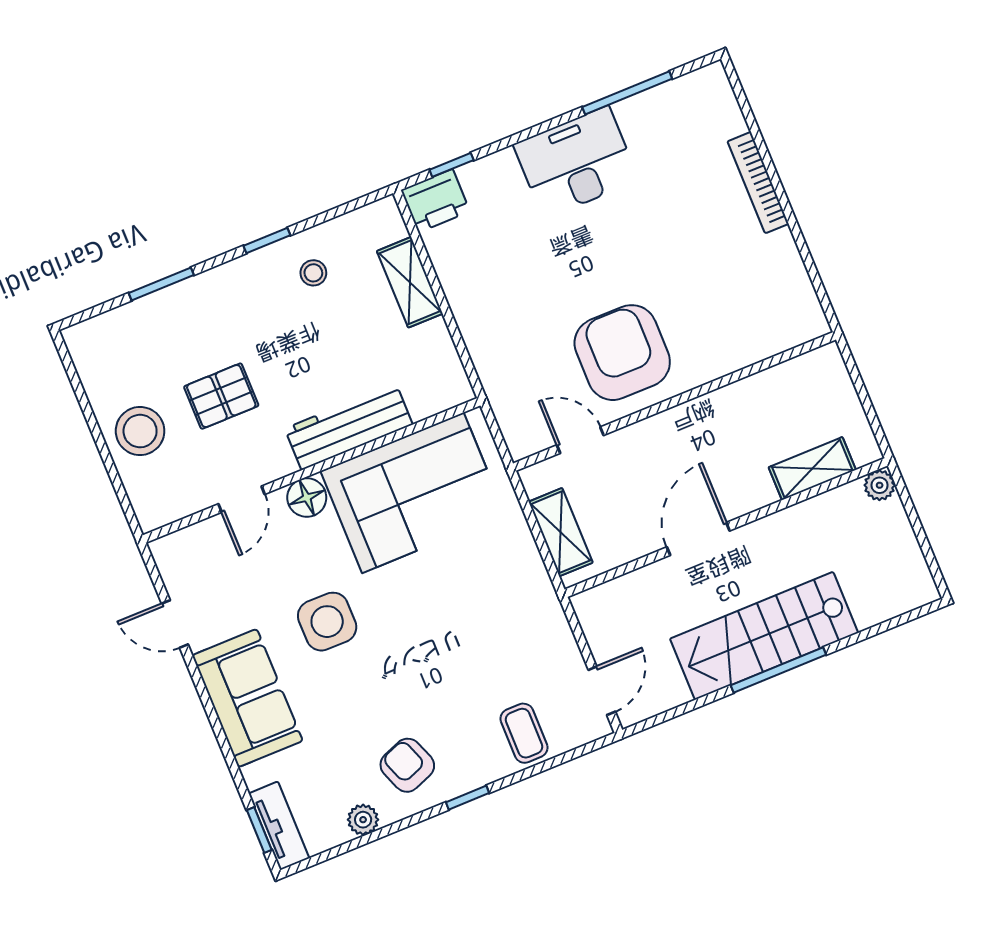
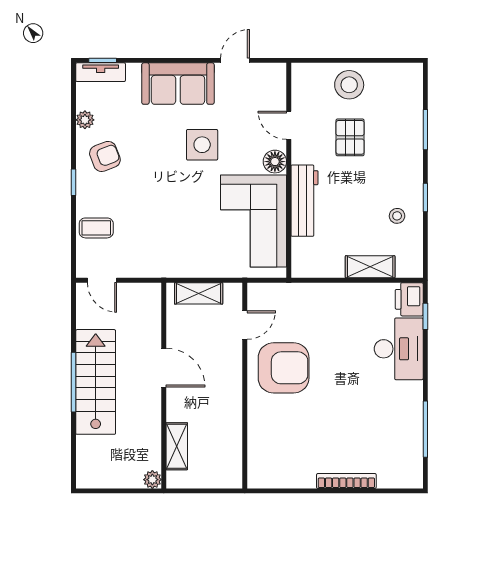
desk: (576, 162) -> (399, 349), moved

